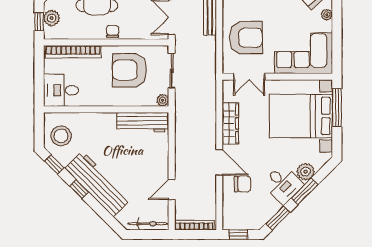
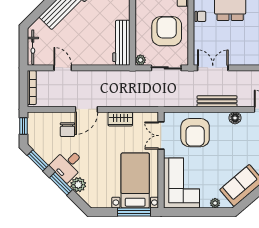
bed with nightstands: (301, 116) -> (135, 180), width x0.73
wardrobe: (230, 123) -> (120, 119), width x0.67

